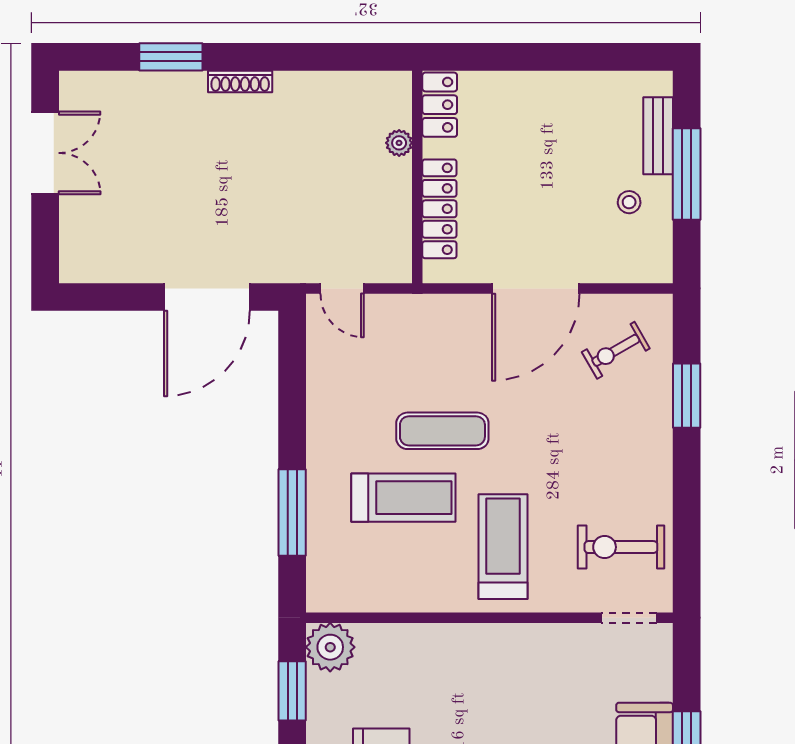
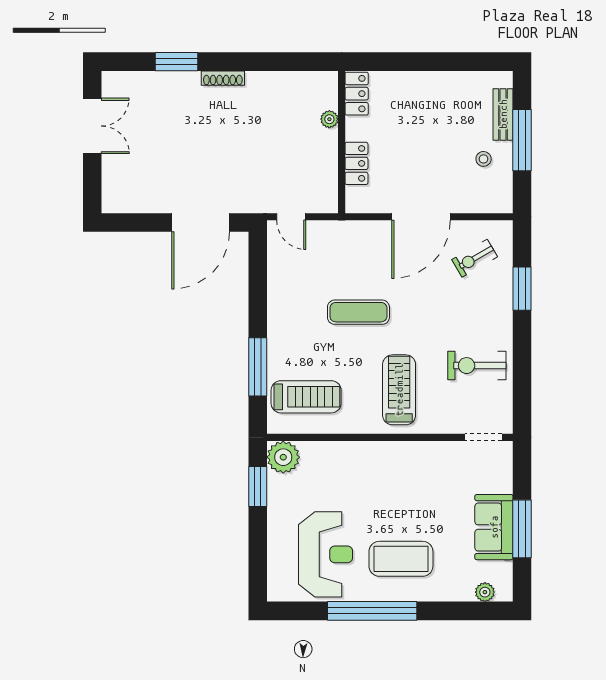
locker: (439, 209) -> (356, 163), width x0.66
treadmill: (403, 498) -> (306, 397), moved
exercise bike: (621, 547) -> (477, 366), moved

